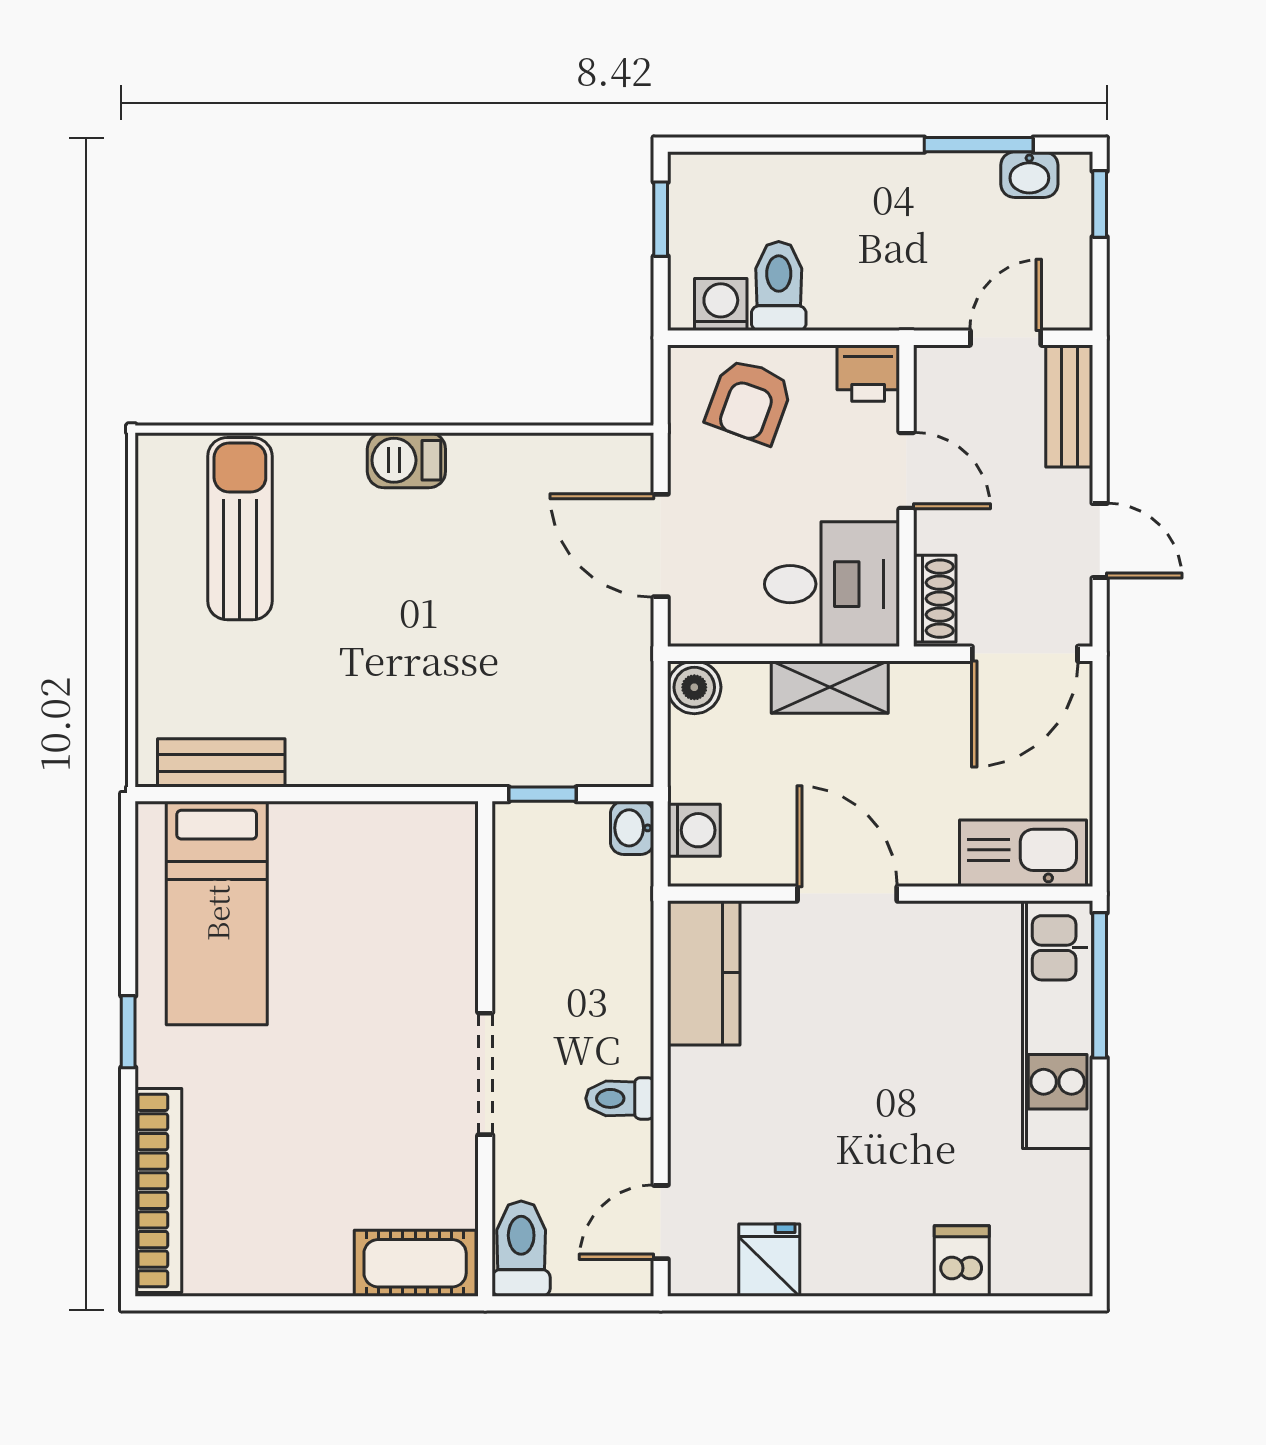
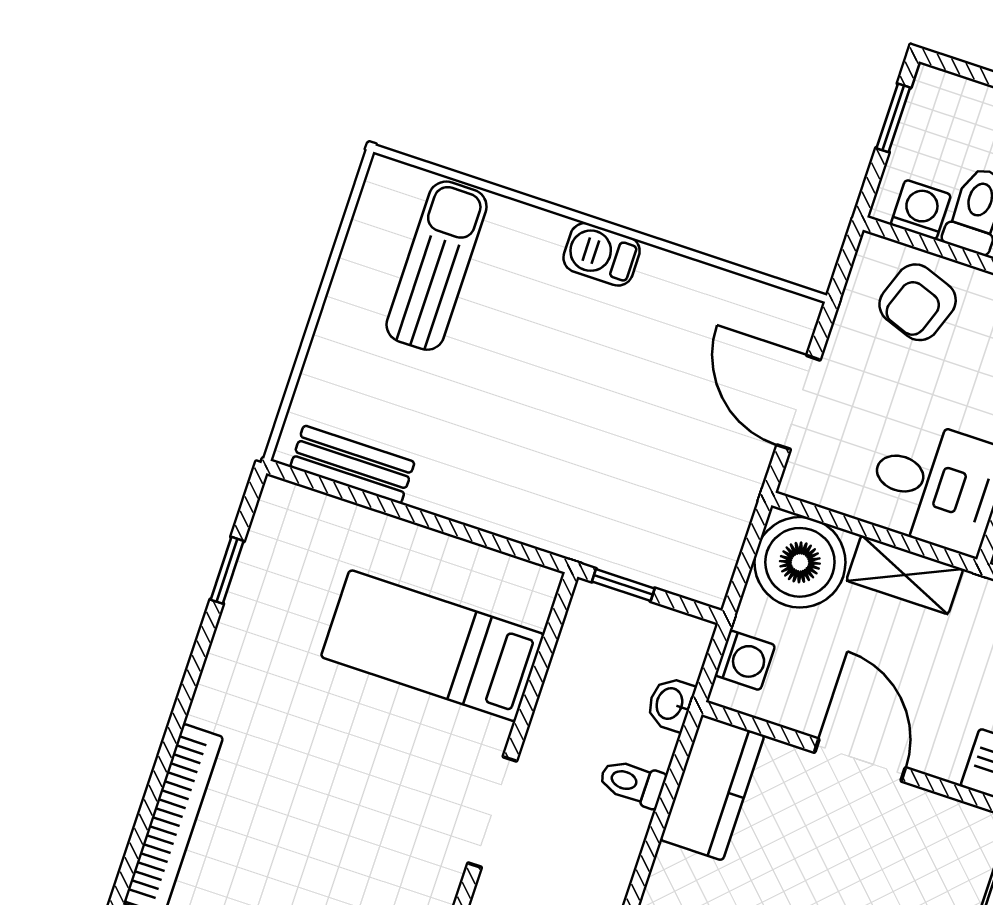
boiler: (694, 687) -> (800, 562), width x1.86, depth x1.86
washbasin: (632, 828) -> (671, 704), moved
bed: (217, 913) -> (433, 646), moved, turned 90
window: (128, 1032) -> (227, 570), moved
toilet: (620, 1098) -> (632, 783), moved

